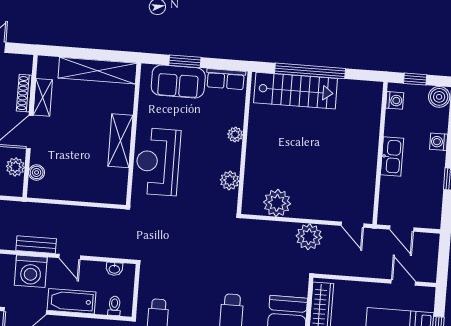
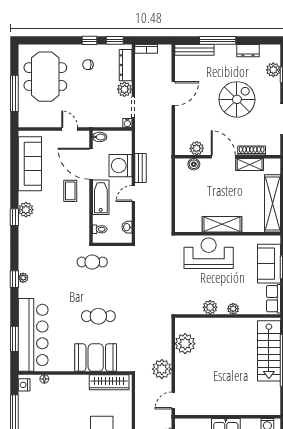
plant: (230, 180) -> (210, 307), moved

